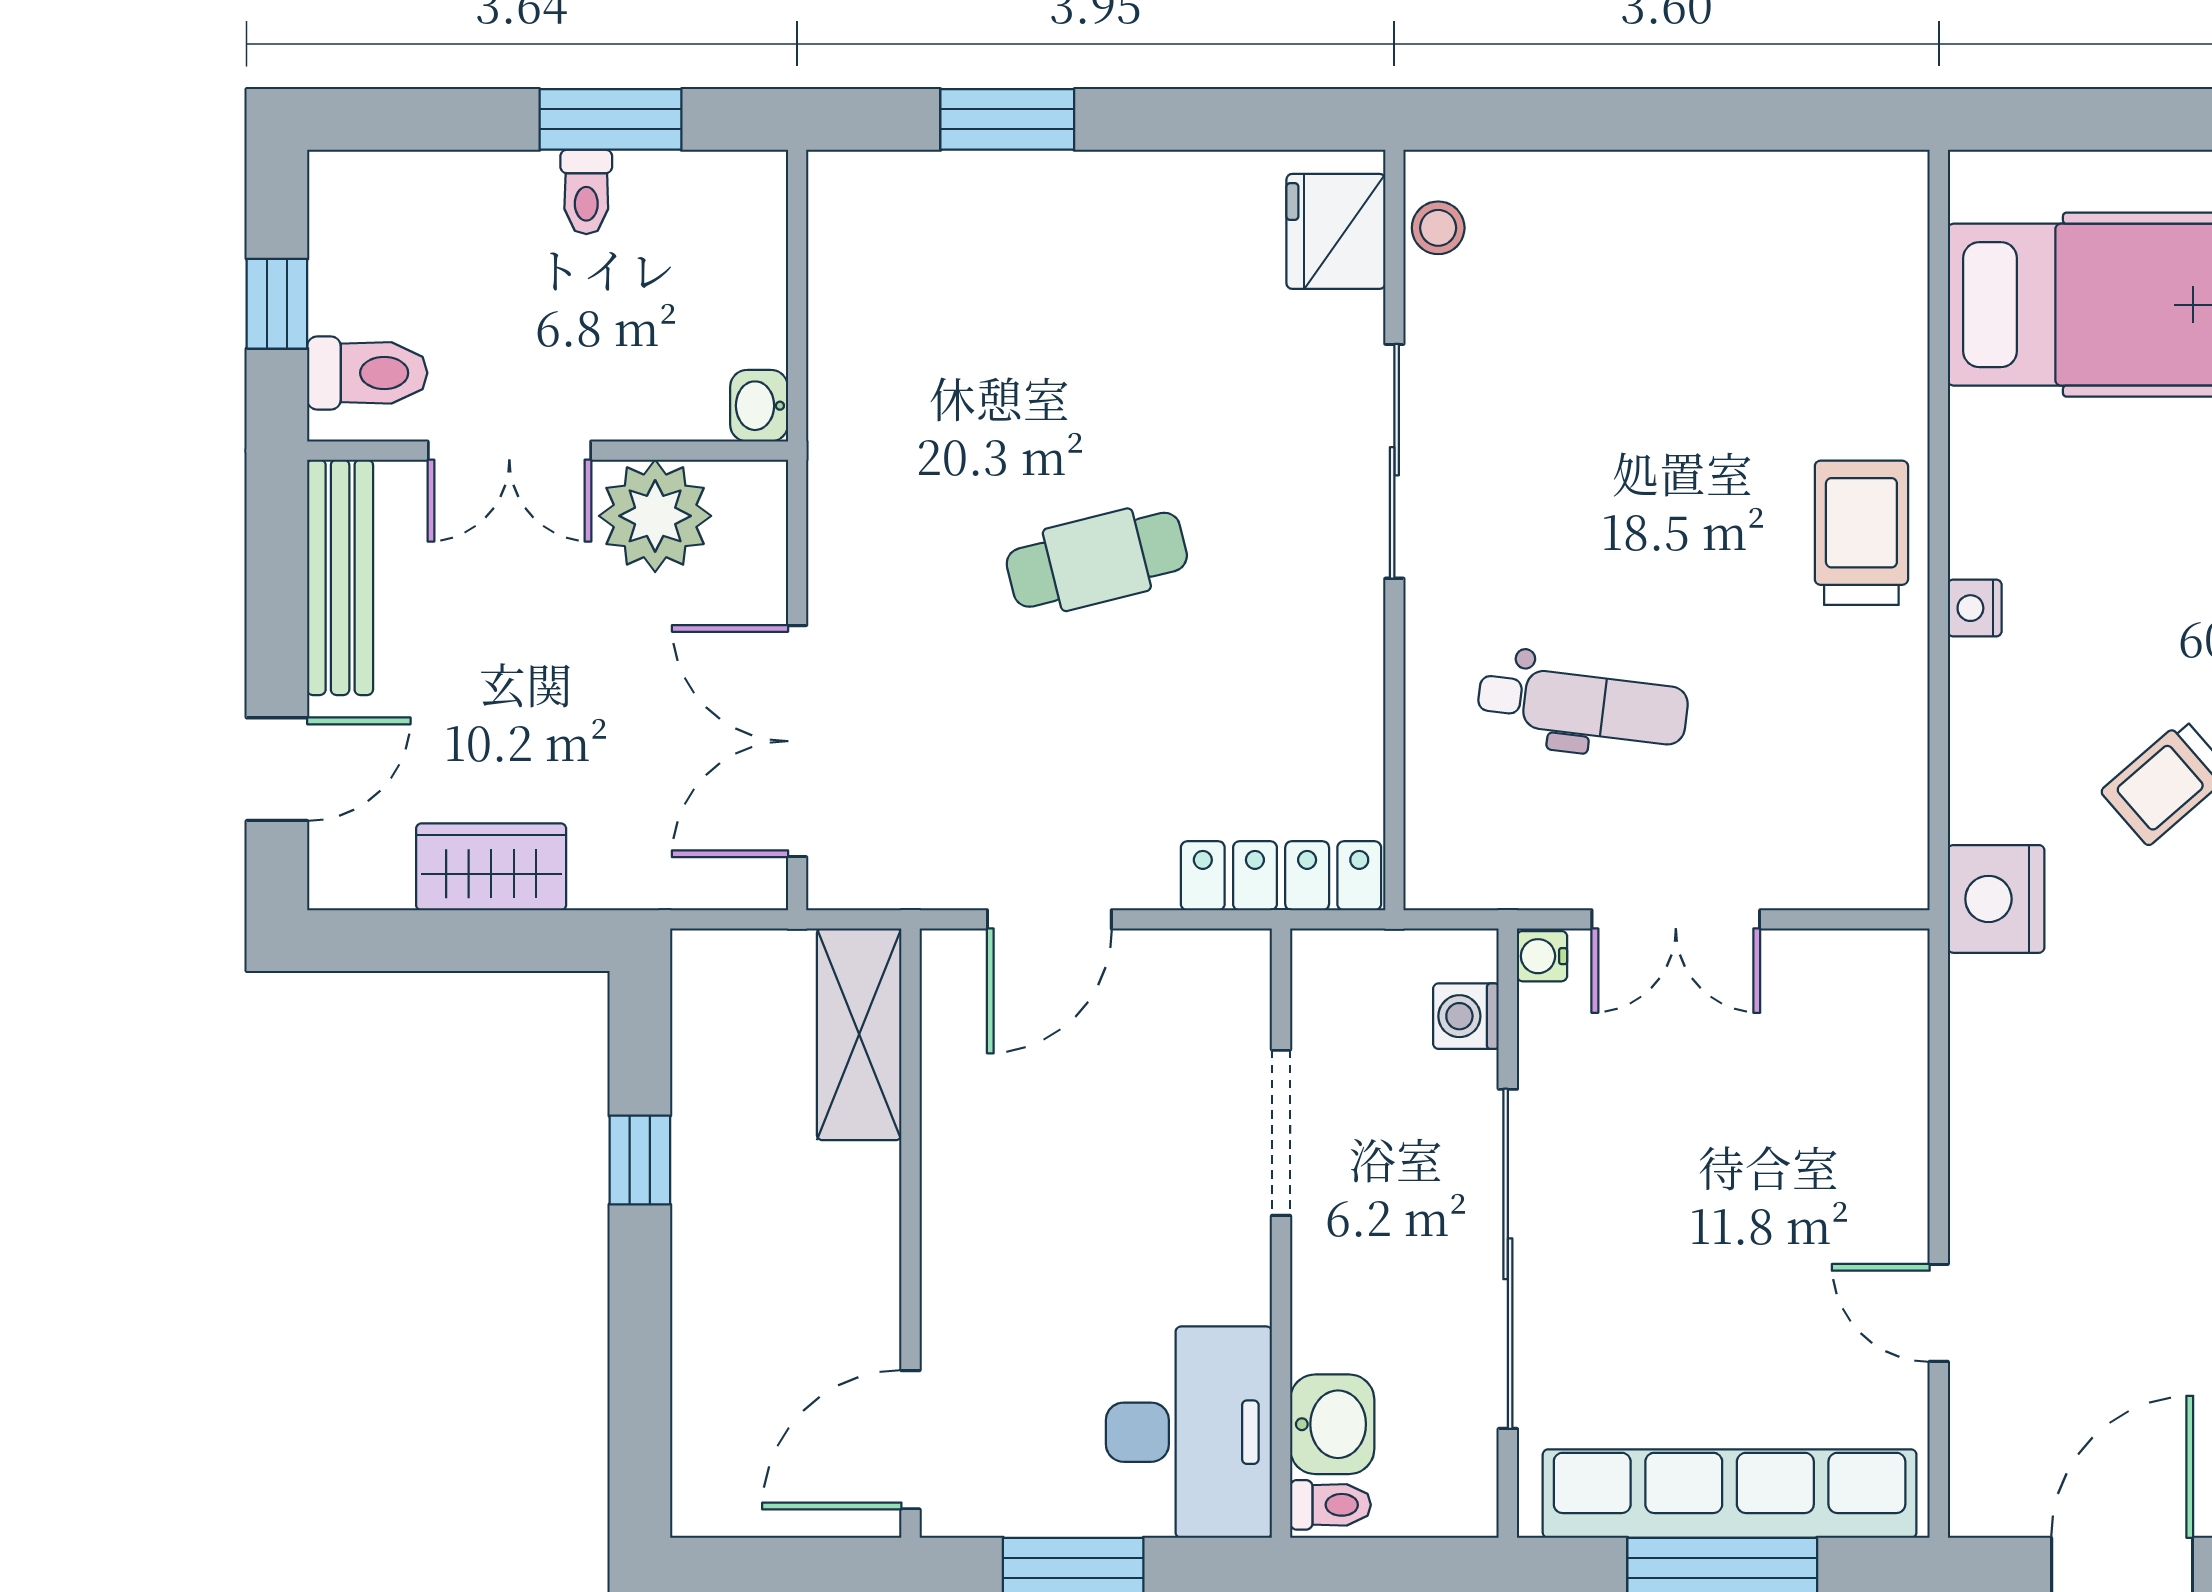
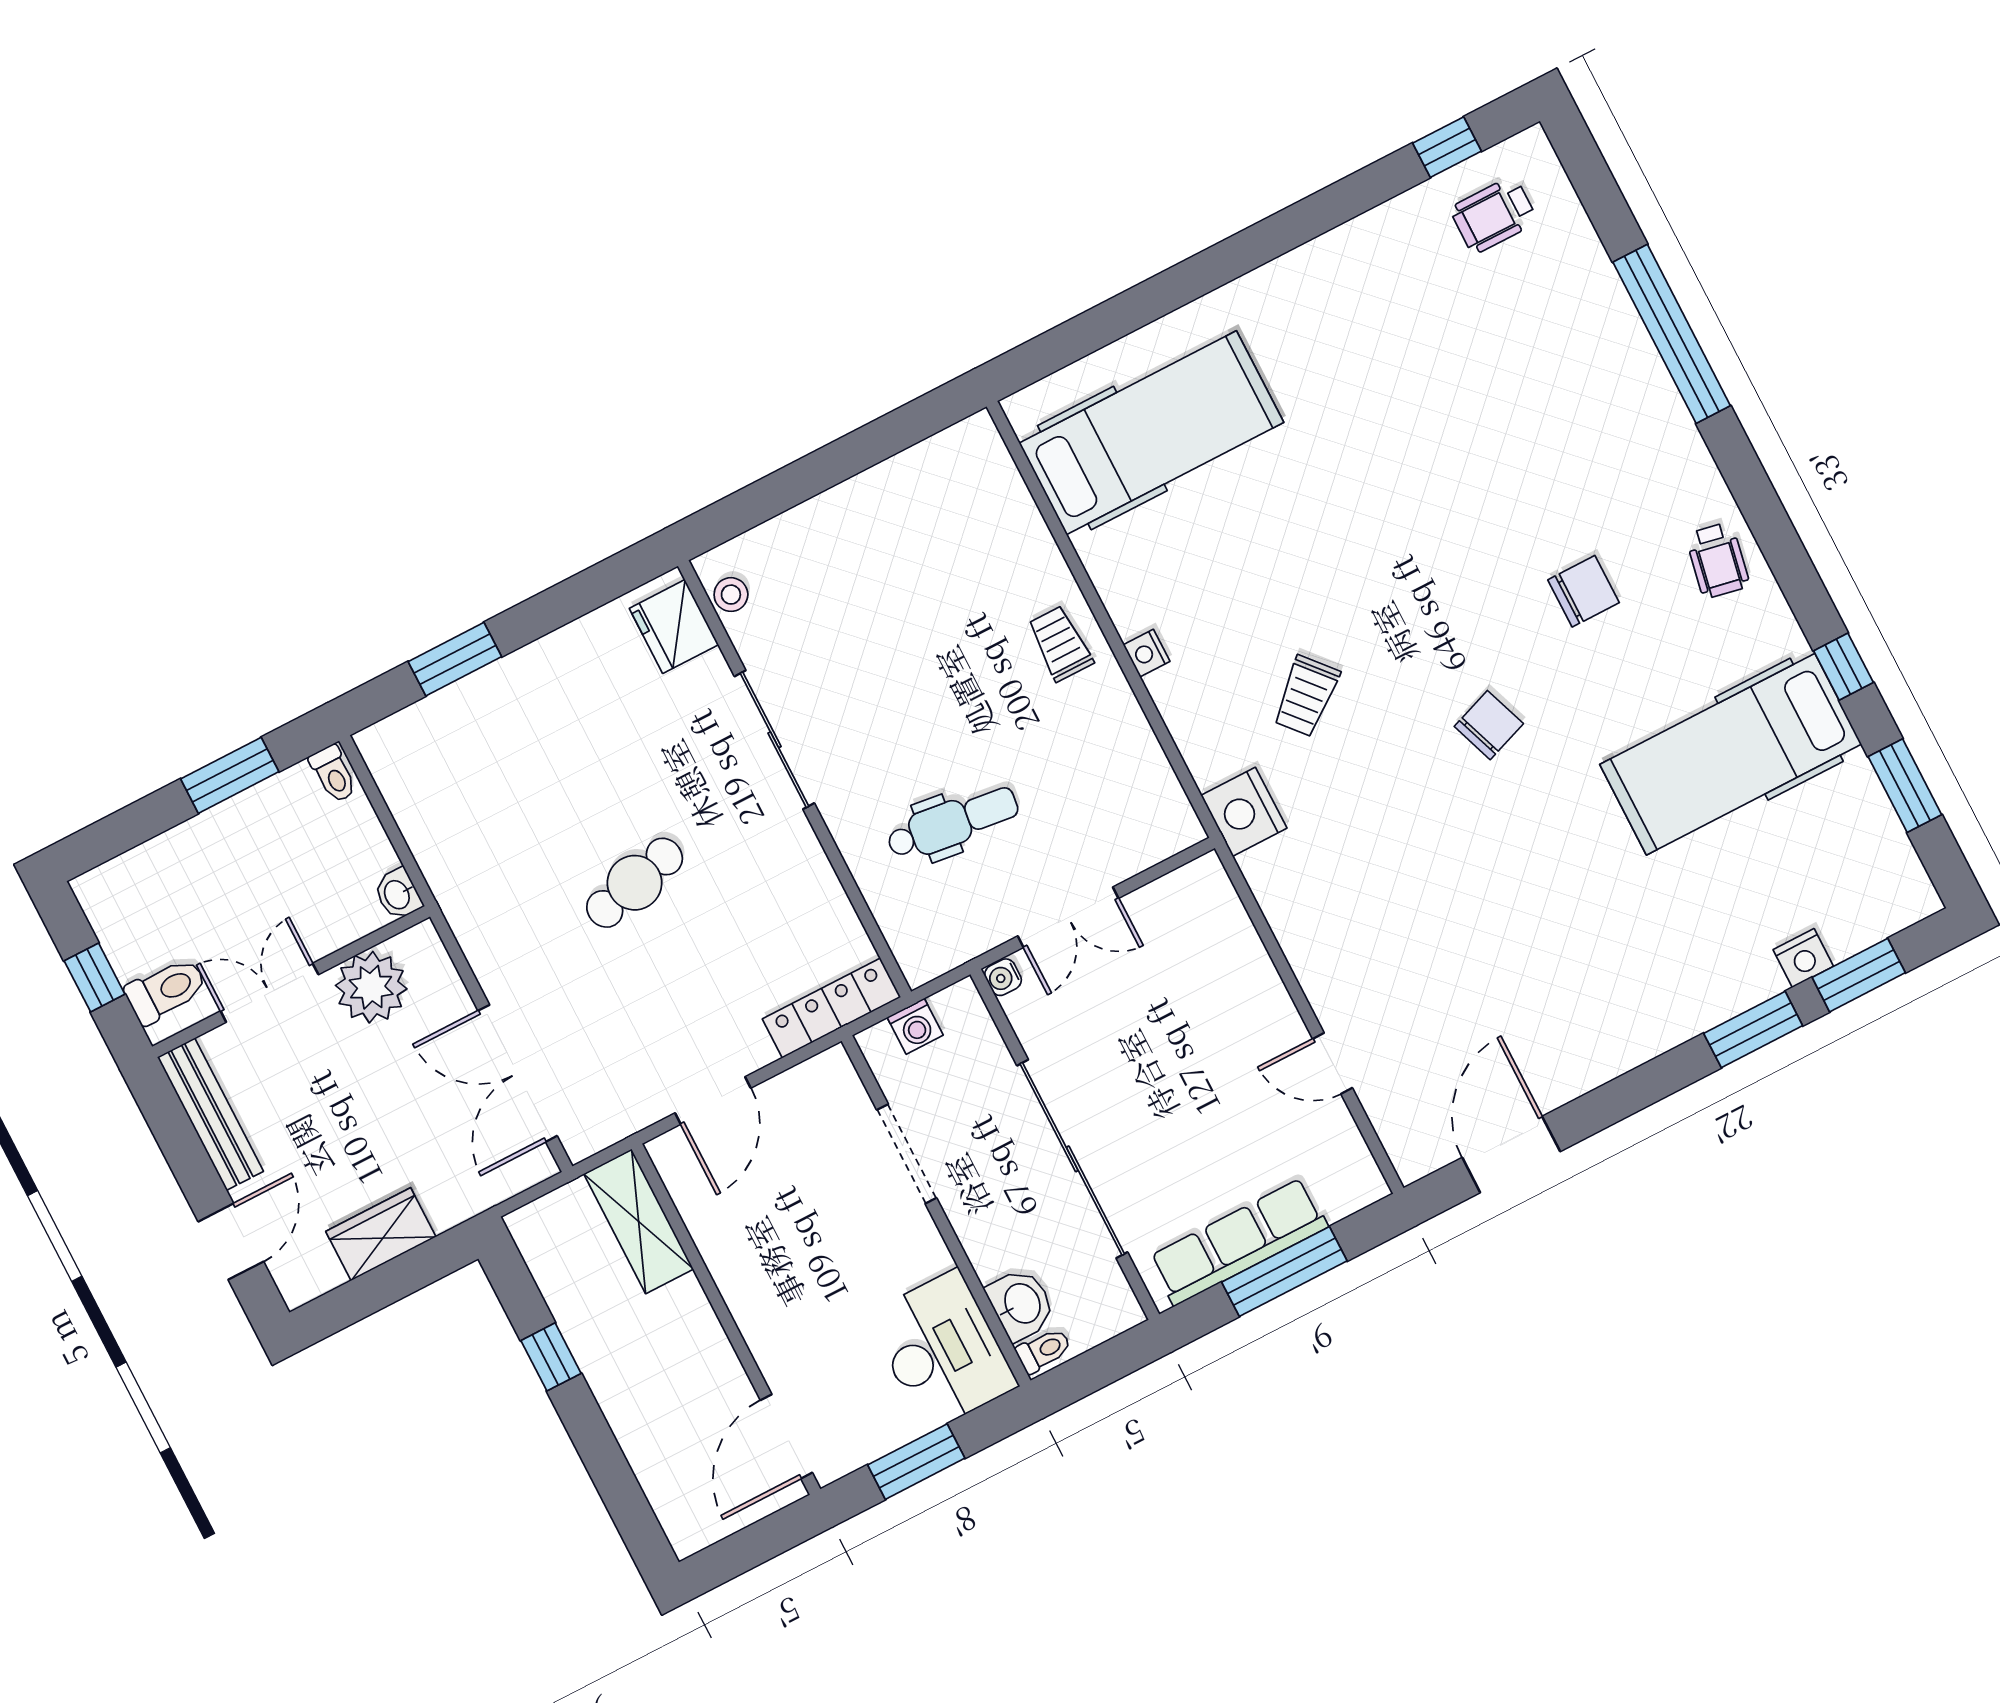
toilet: (586, 192) -> (333, 774), moved
double door: (509, 451) -> (269, 993), swing flipped
trolley: (1861, 533) -> (1060, 644), width x0.73, depth x0.72
washing machine: (1466, 1016) -> (915, 1026), moved, turned -90
row of seats: (1730, 1494) -> (1238, 1242), width x0.73

